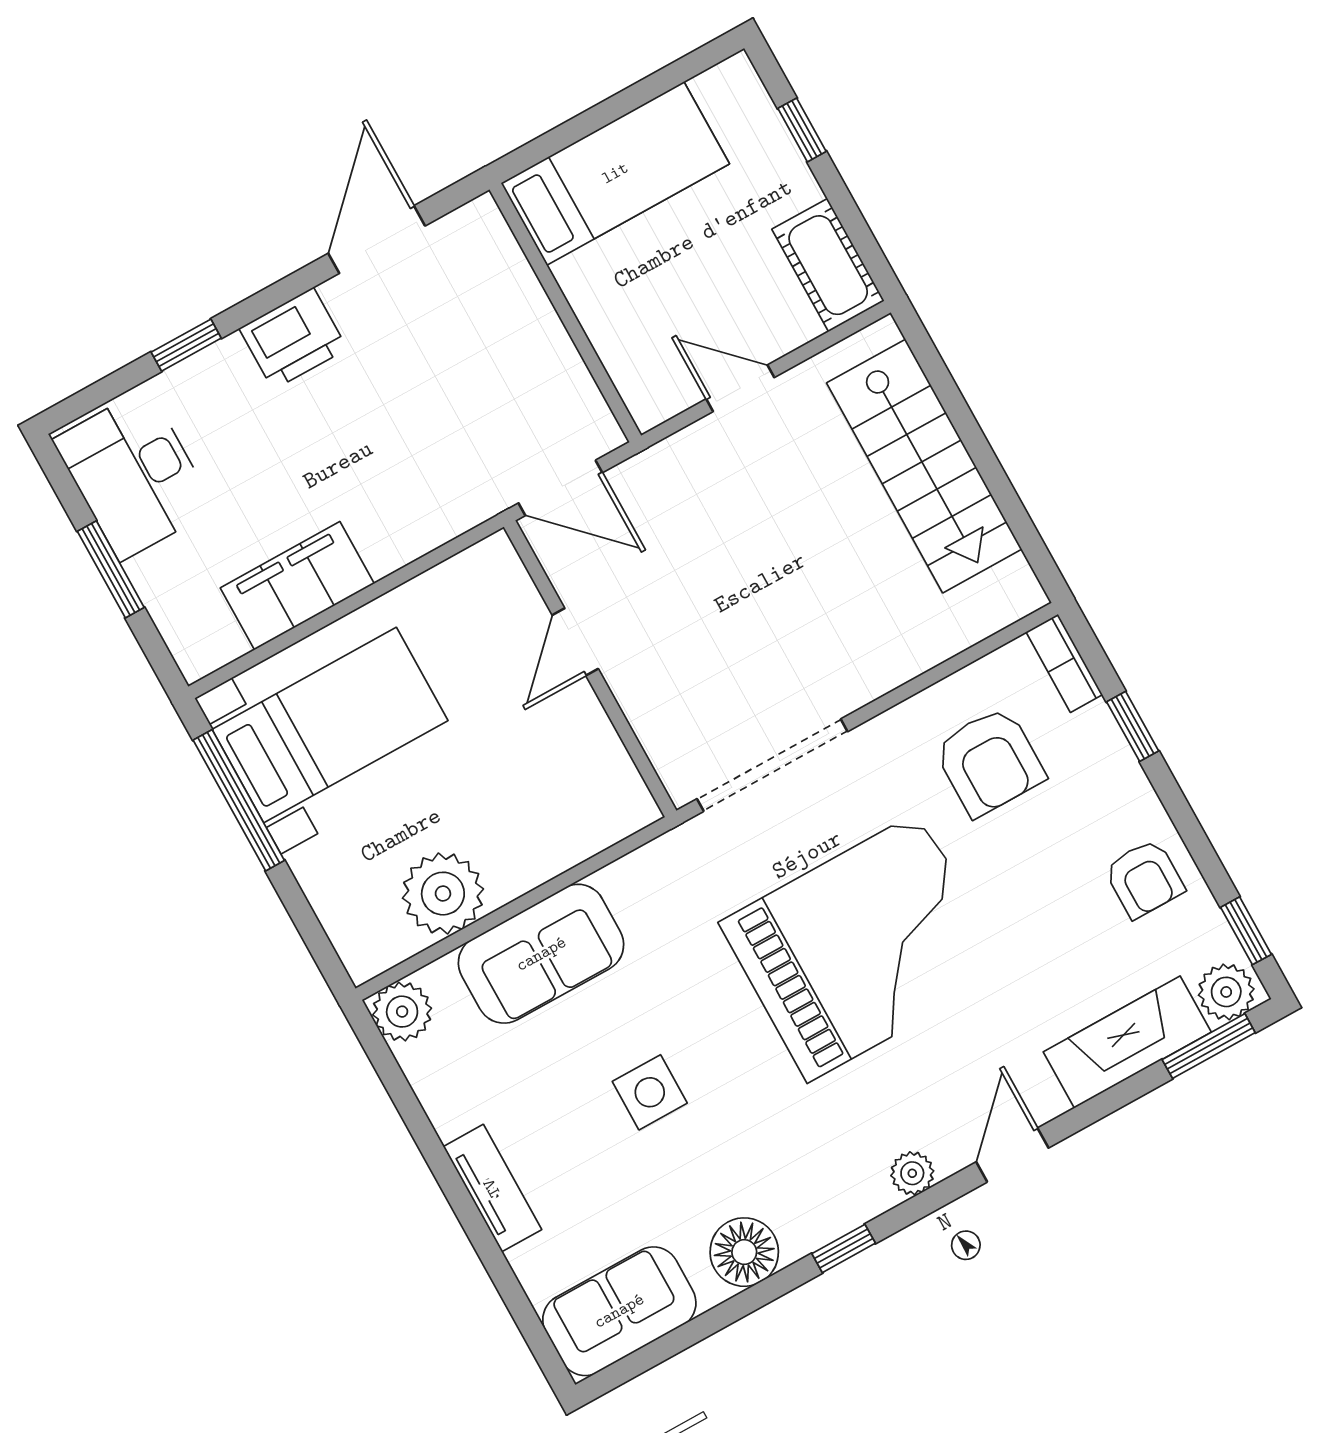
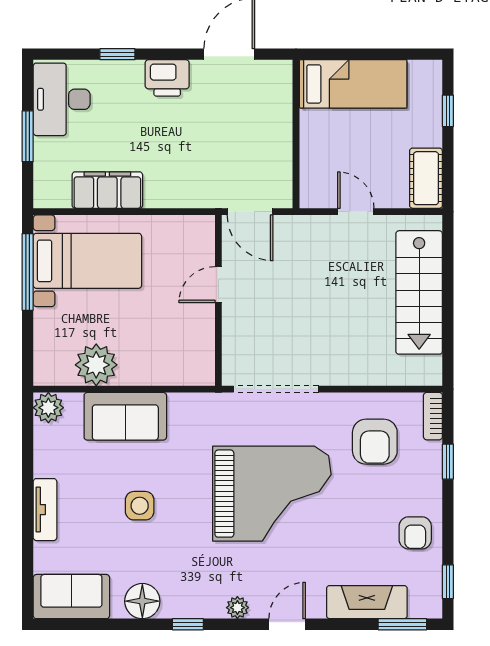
plant: (1226, 992) -> (424, 604), removed

